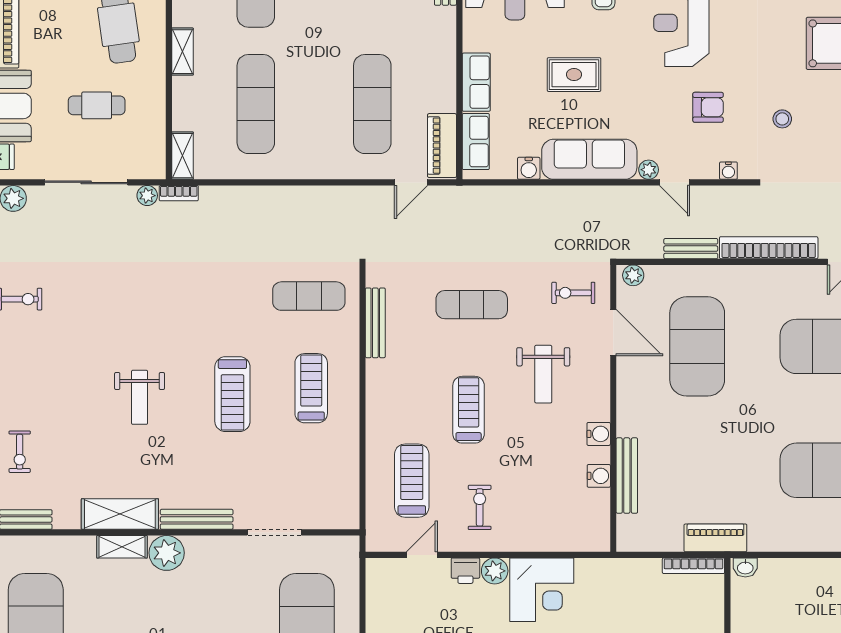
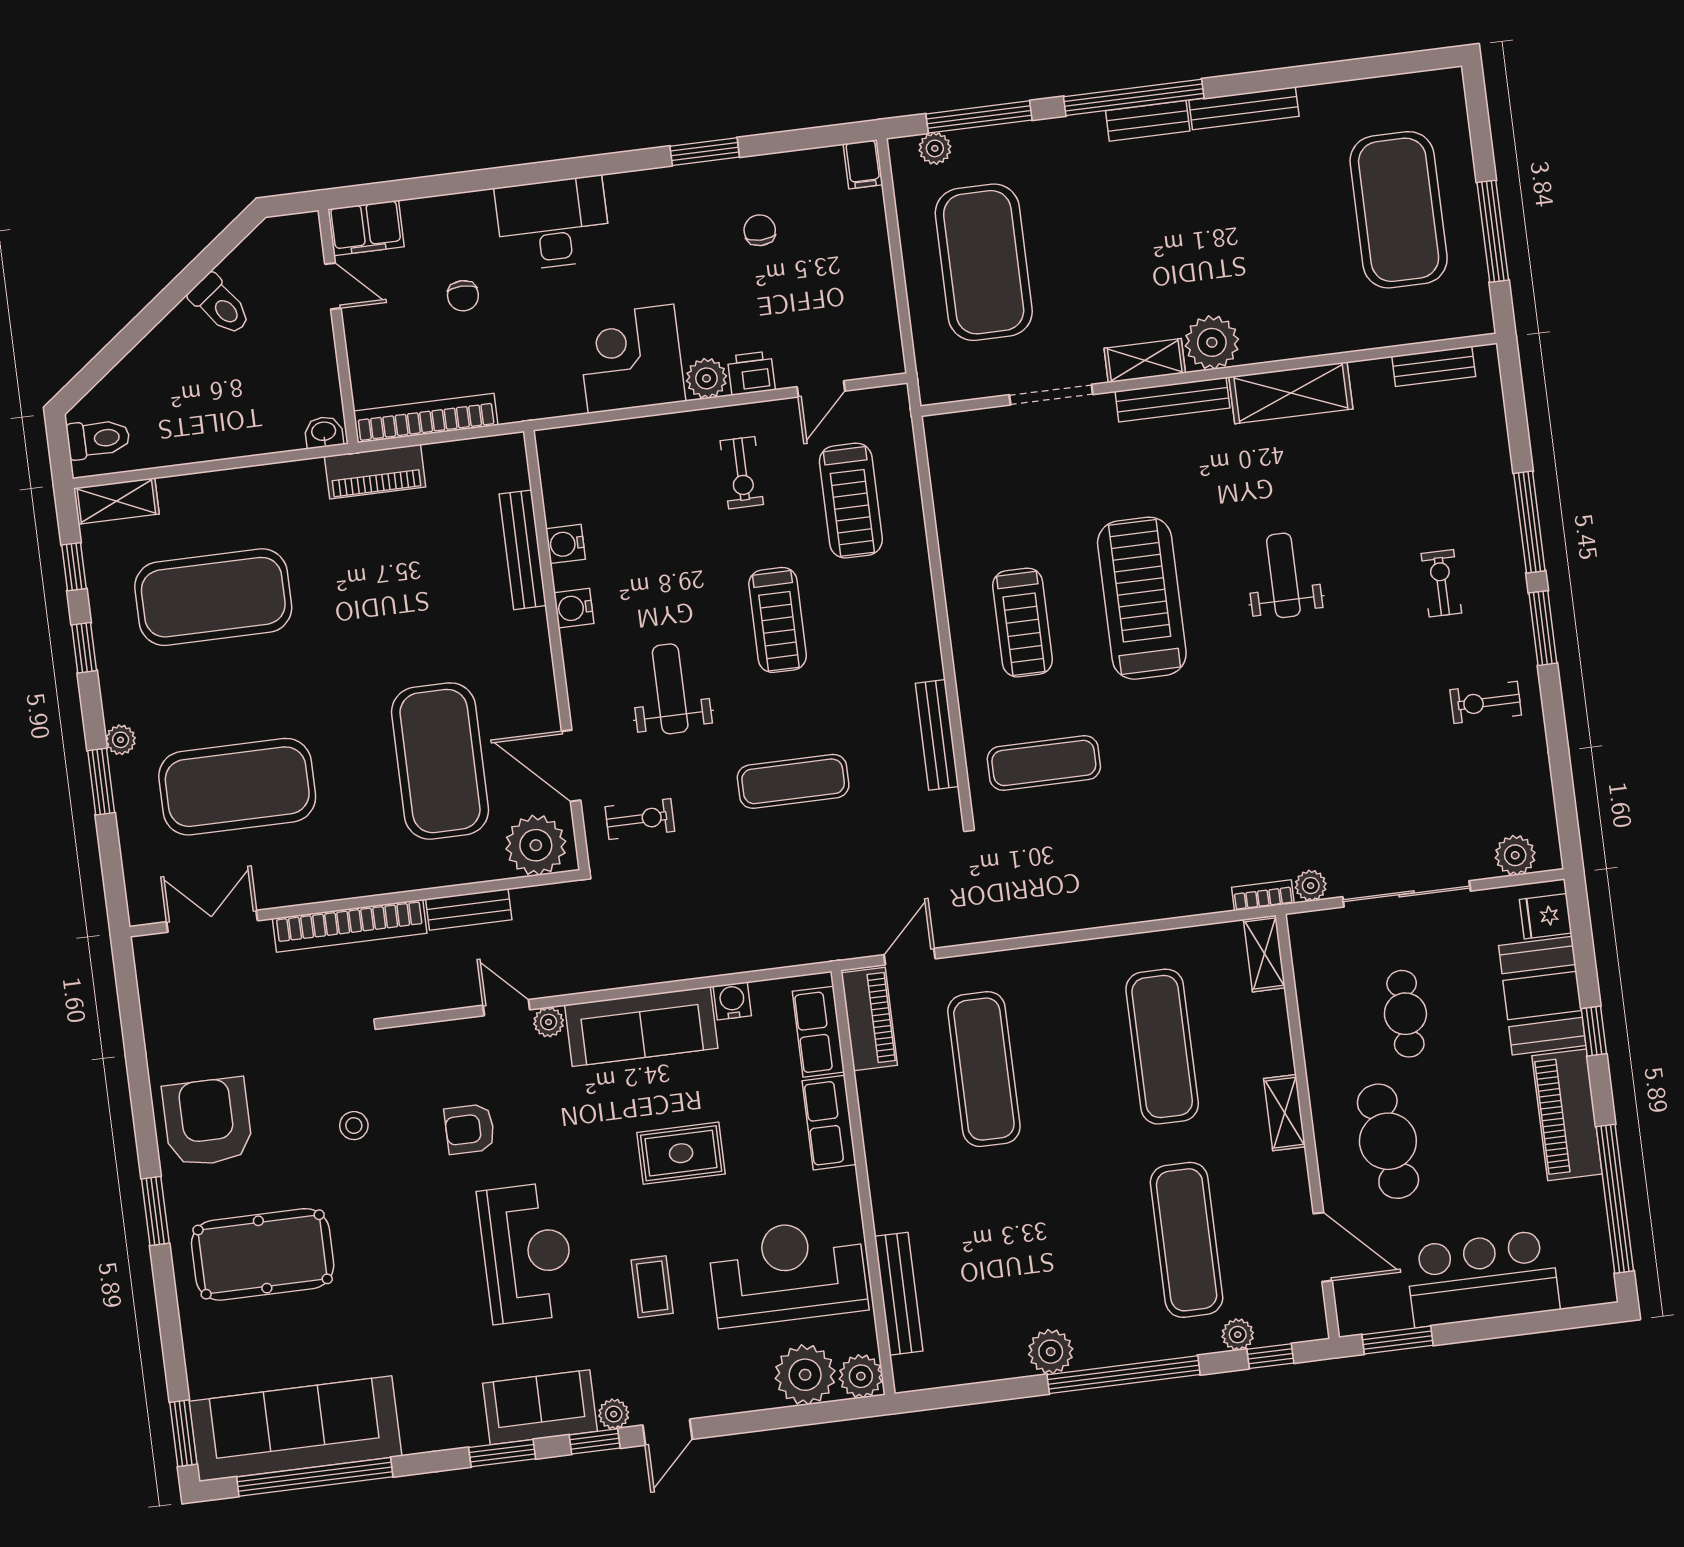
cafe table: (97, 105) -> (1405, 1014), turned 90
water cooler: (728, 171) -> (426, 1036), removed
plant: (633, 275) -> (536, 845), width x1.88, depth x1.88
treadmill: (232, 394) -> (1142, 598), width x1.37, depth x1.38
exercise bike: (20, 452) -> (1441, 583), moved
shelving: (122, 547) -> (1145, 361), moved
bookcase: (693, 566) -> (426, 418), width x1.48, depth x1.31

